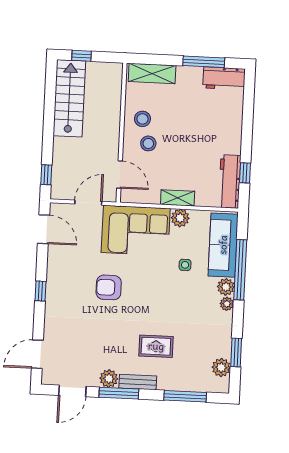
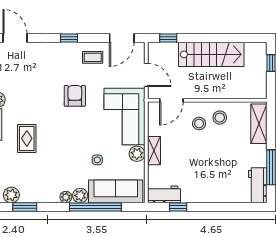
stairs: (69, 98) -> (211, 54), moved
workbench: (230, 181) -> (164, 194), width x0.73
coffee table: (65, 264) -> (93, 57), added

